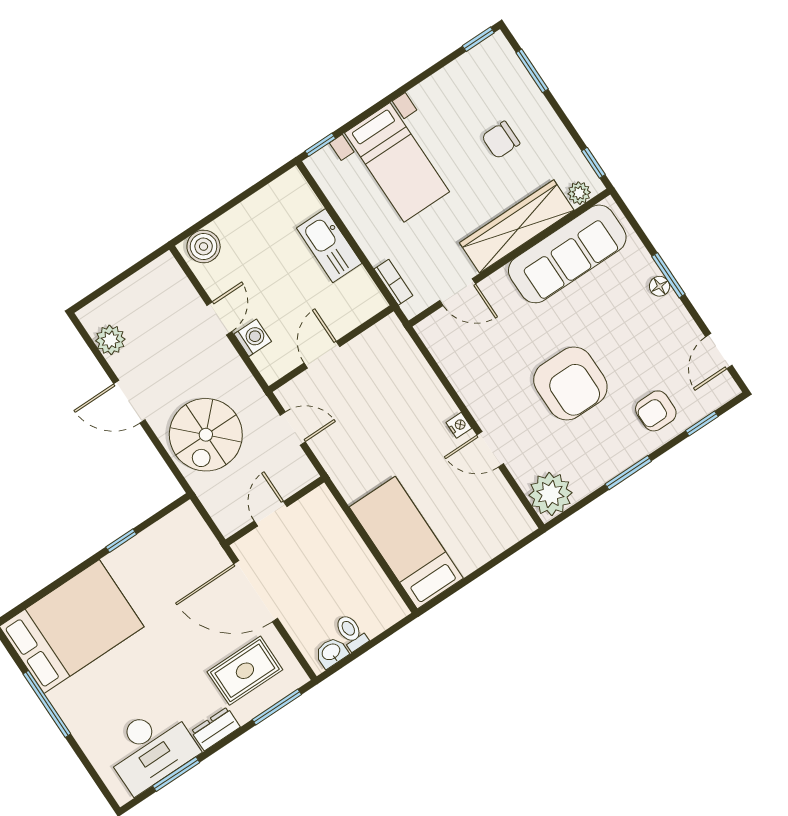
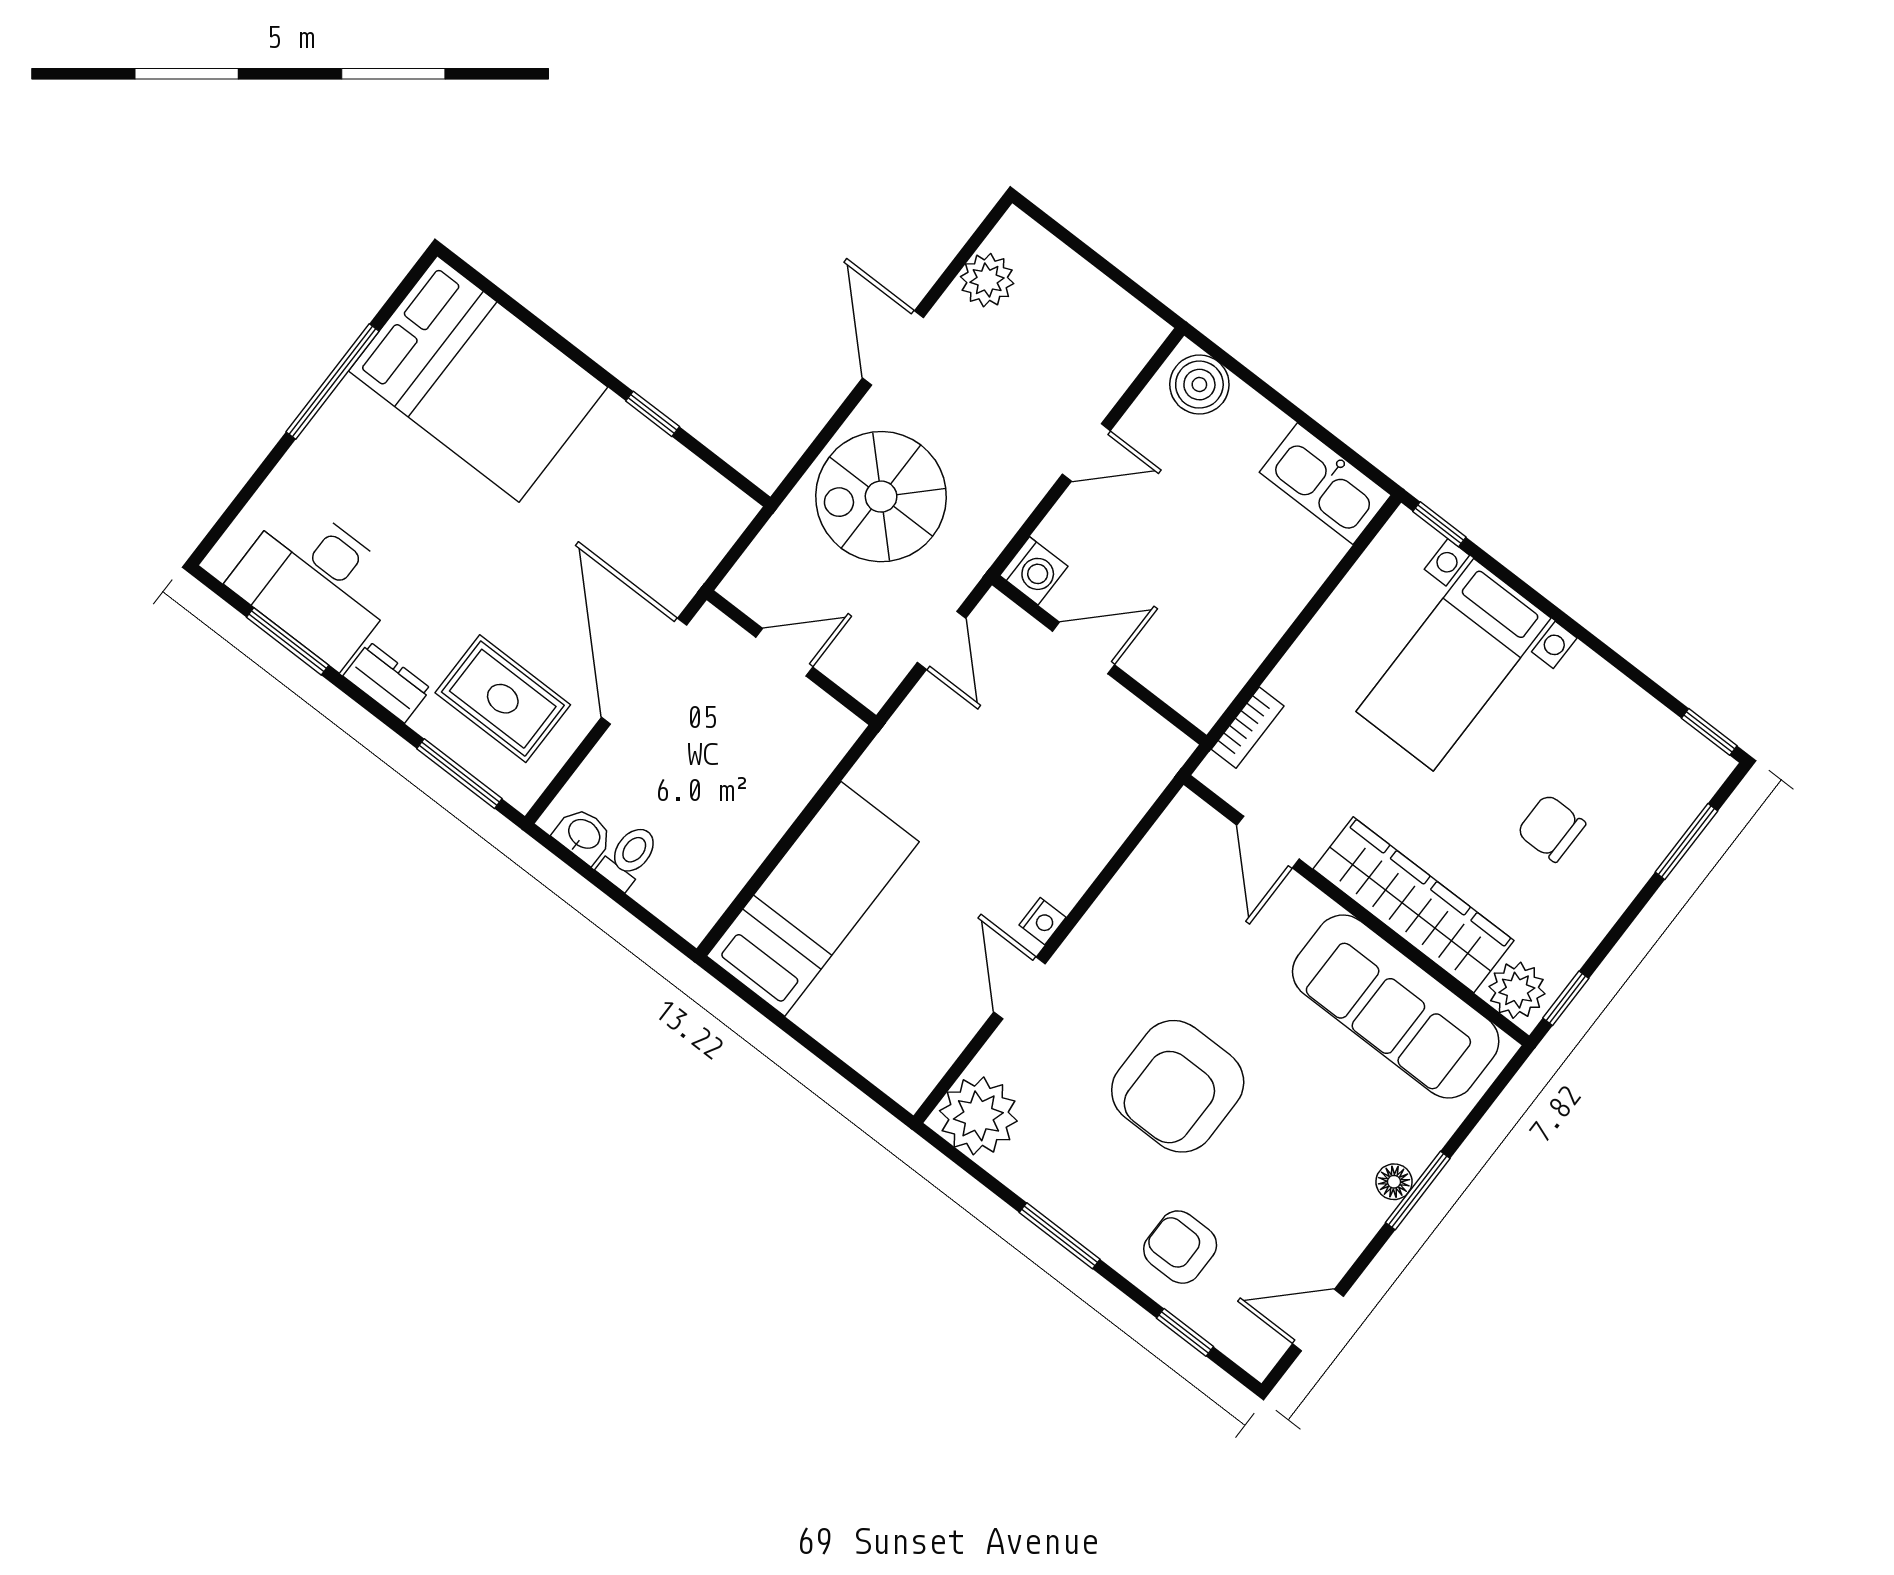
plant: (579, 193) -> (1517, 990), width x1.38, depth x1.38
kitchen sink: (329, 246) -> (1325, 484), moved, turned -90
washing machine: (253, 338) -> (1034, 571), moved

